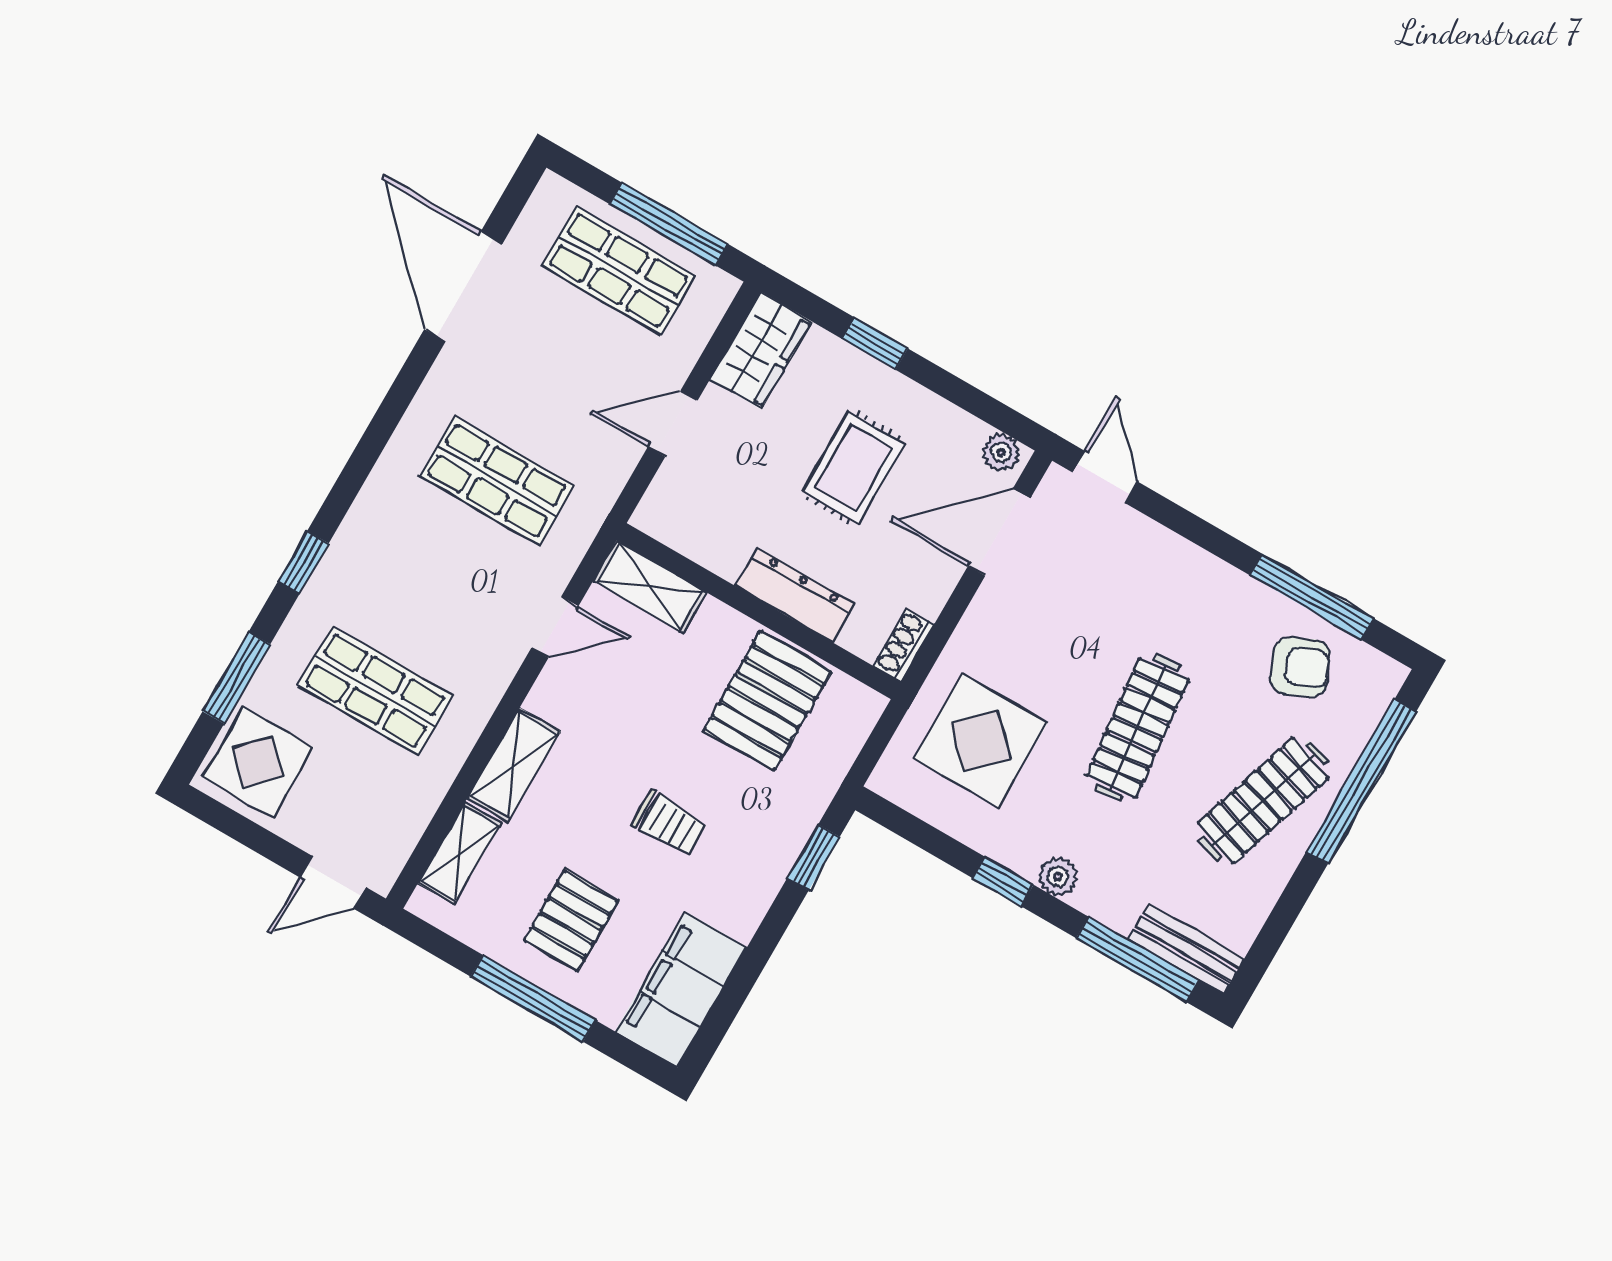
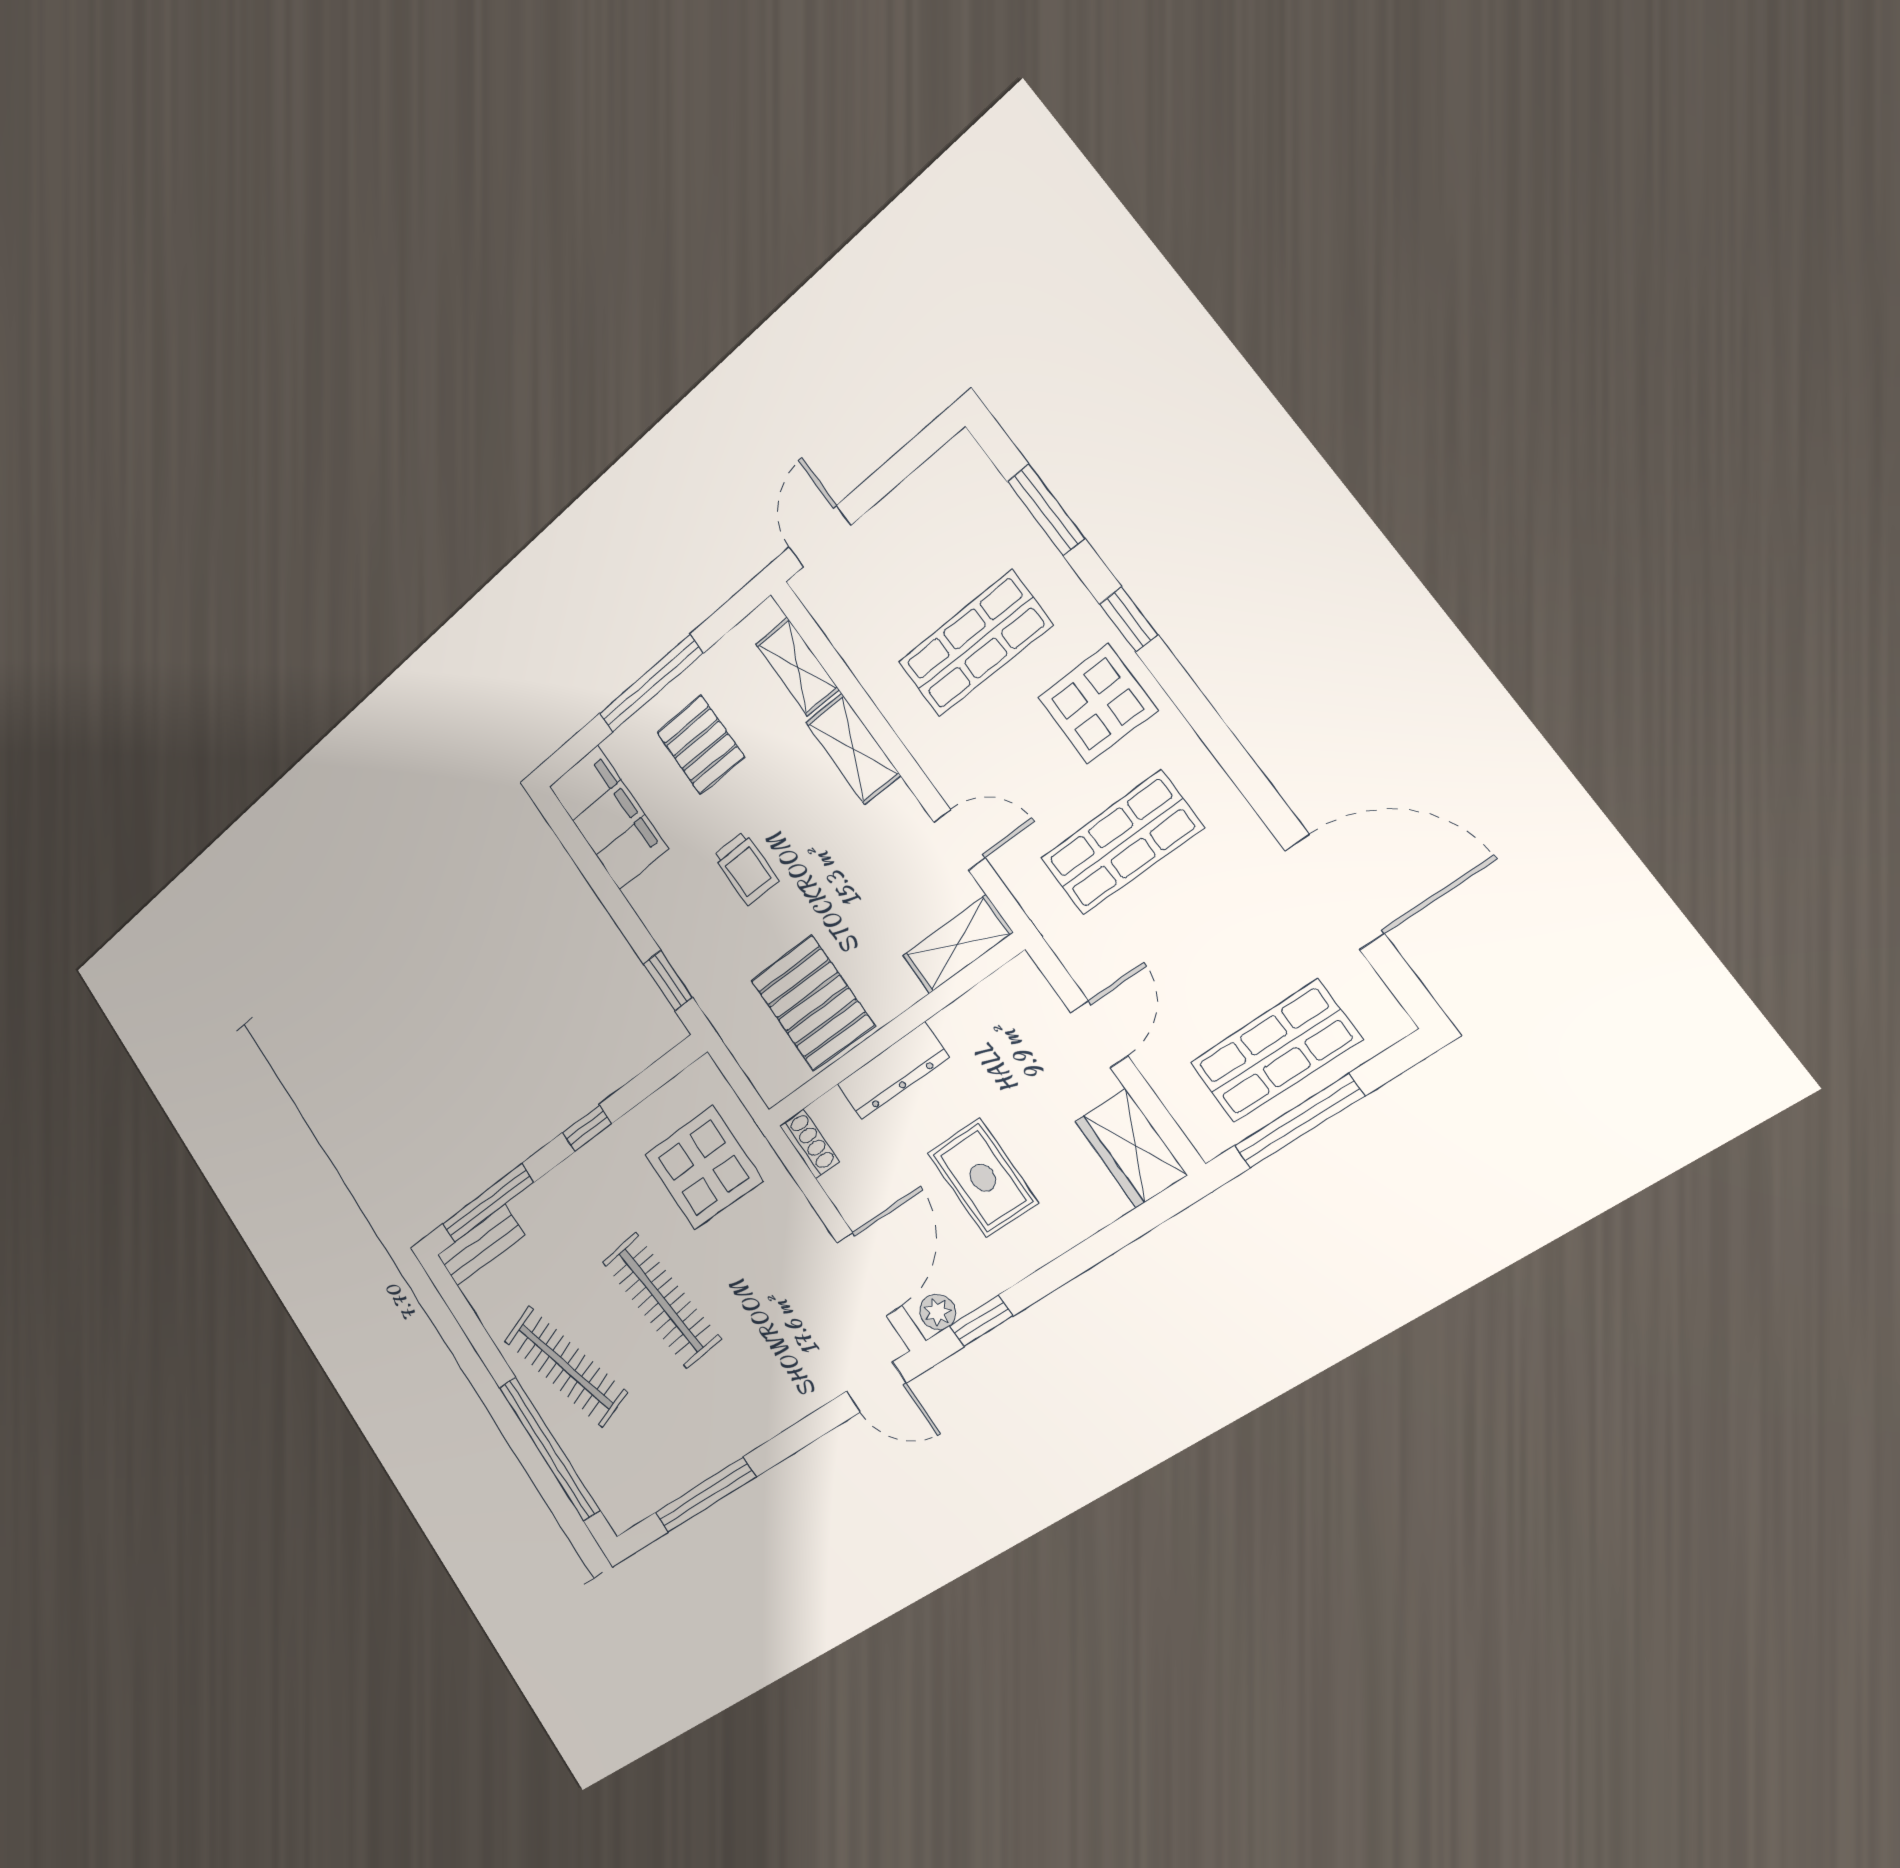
window: (875, 344) -> (981, 1321), moved
door: (555, 627) -> (959, 840), swing flipped
armchair: (1300, 667) -> (655, 1454), removed
display table: (258, 762) -> (1097, 704), moved
clothes rail: (1263, 800) -> (566, 1366), turned -36
trolley: (669, 823) -> (746, 868), turned -90
plant: (1058, 877) -> (573, 1174), removed

